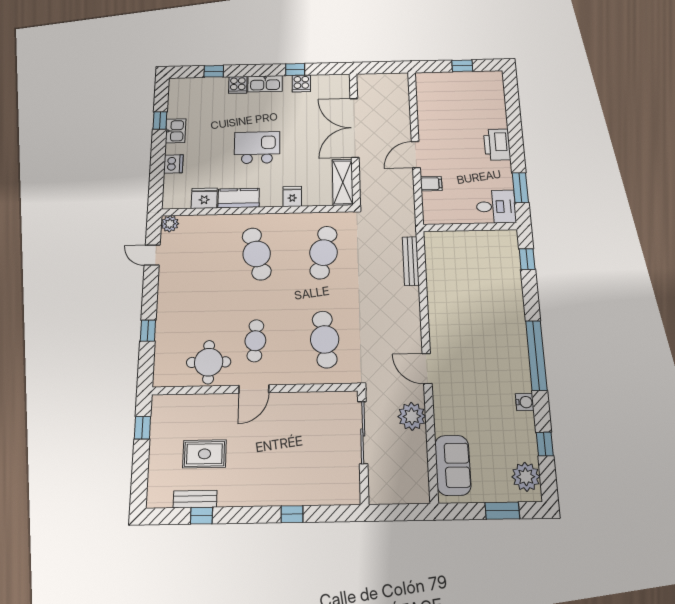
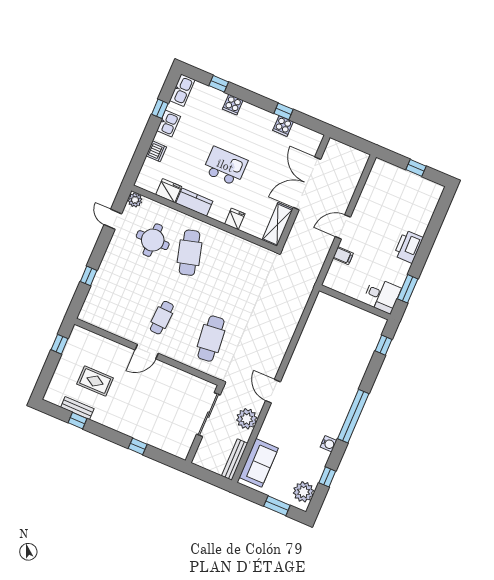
kitchen sink: (265, 84) -> (182, 90), moved, turned -90
cafe table: (324, 253) -> (239, 274), removed
bench: (411, 261) -> (235, 460), moved
round table: (209, 362) -> (153, 240), moved

